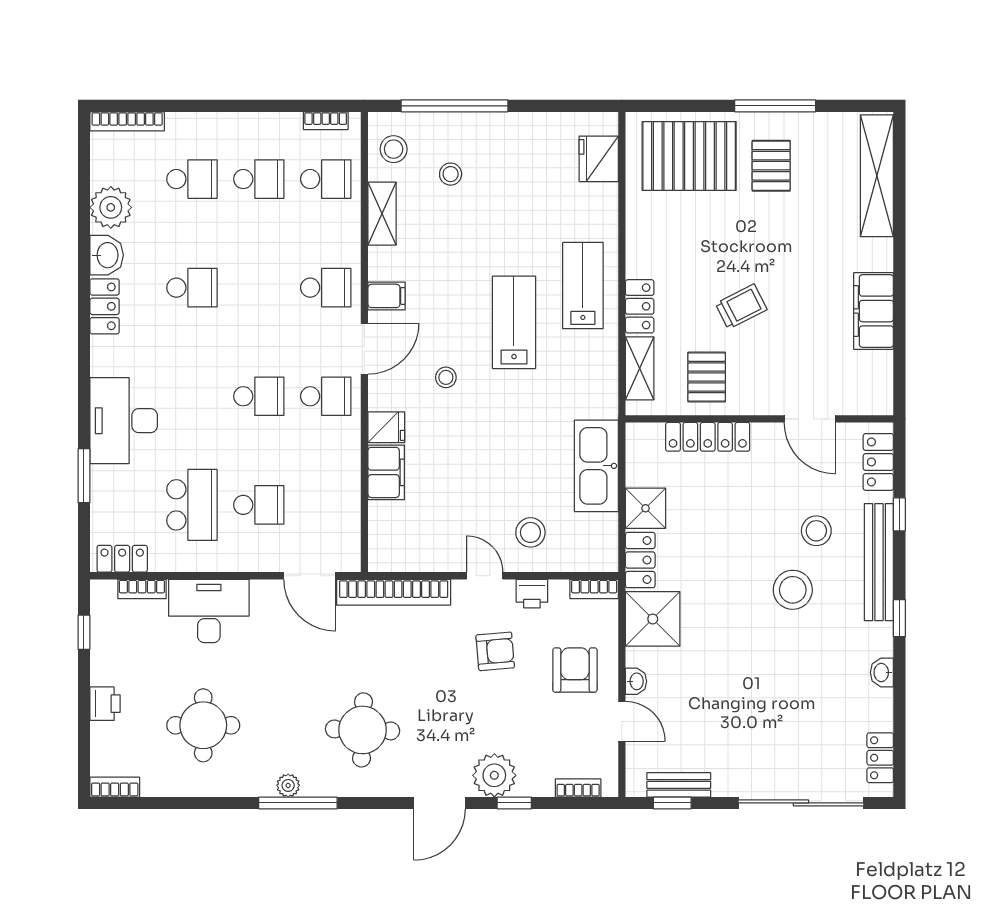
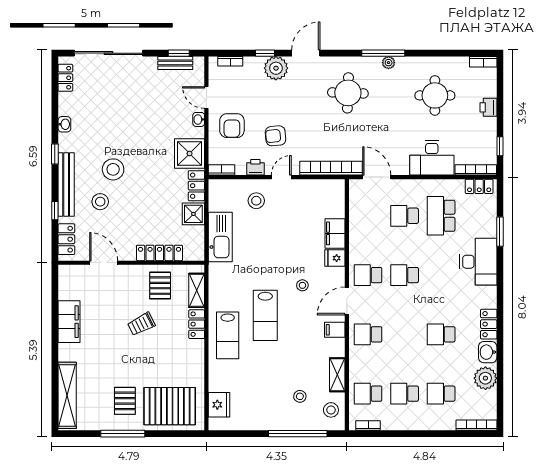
door: (485, 576) -> (281, 177), swing flipped
bookcase: (142, 589) -> (476, 170), width x1.56

